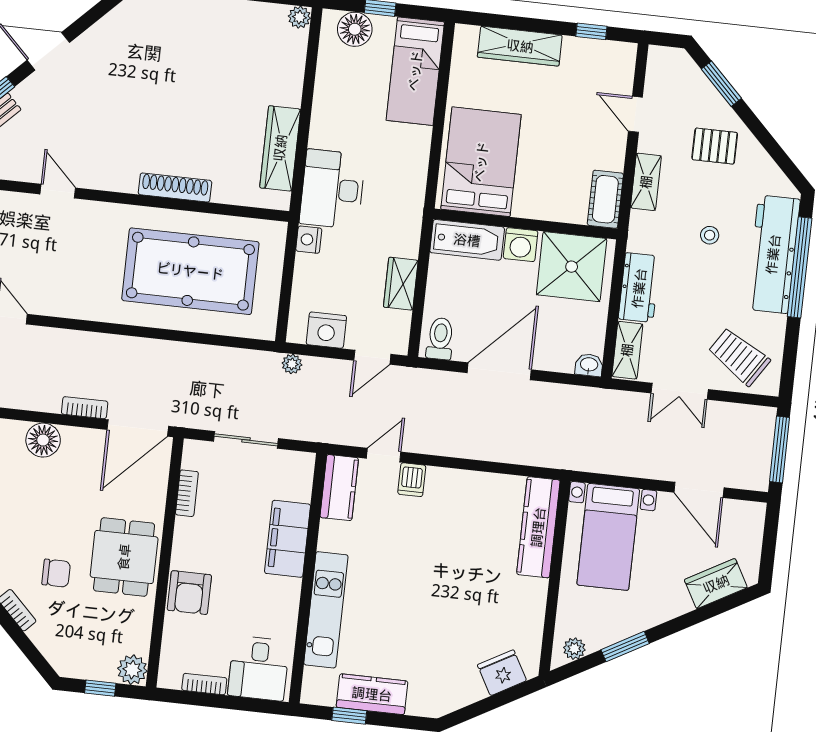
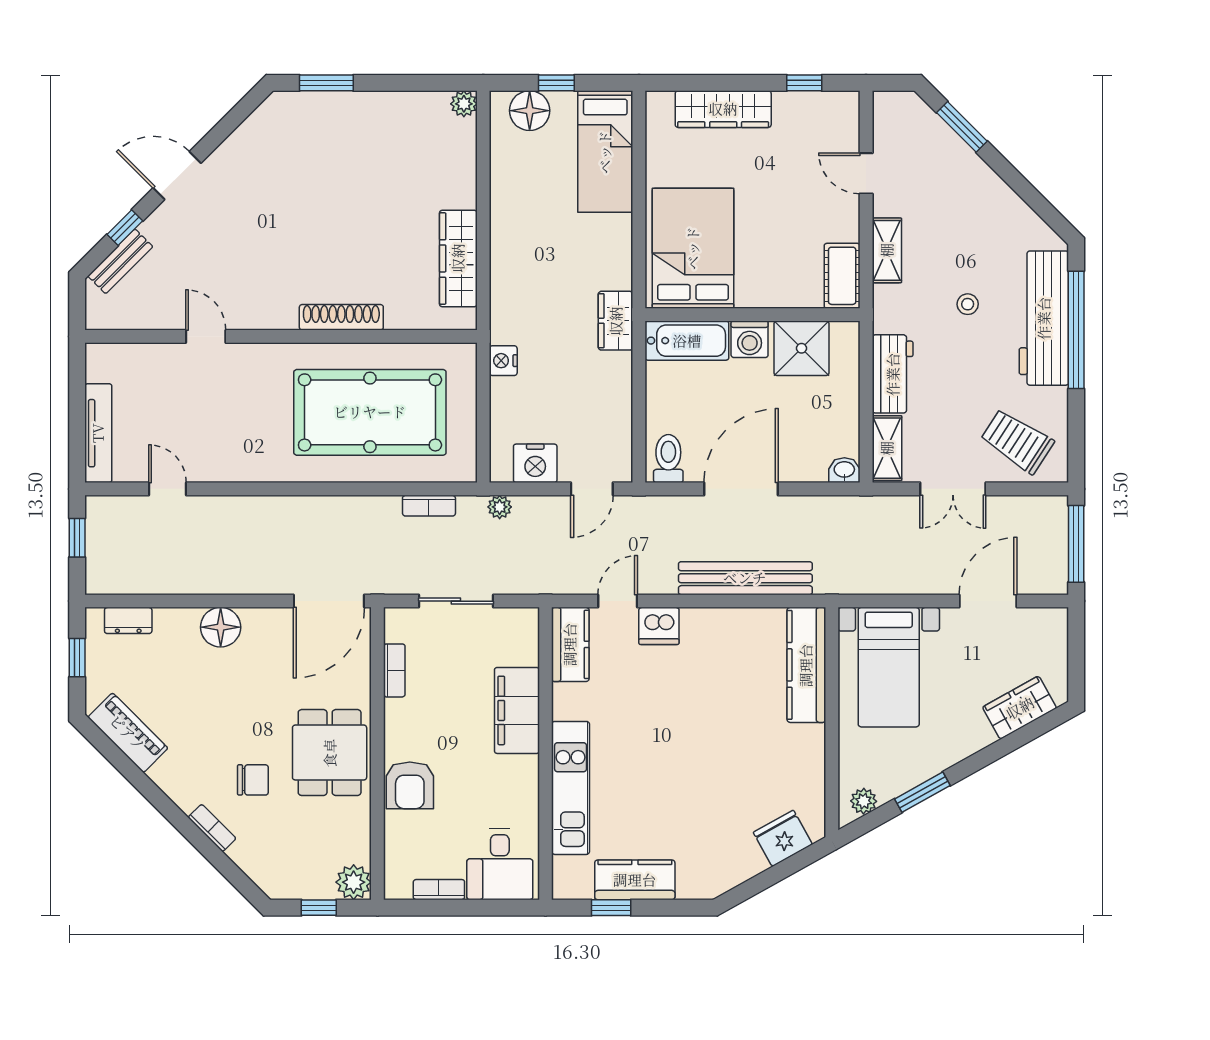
pallet: (715, 146) -> (962, 200), removed
desk: (332, 189) -> (524, 299), removed
shower: (572, 267) -> (802, 348), width x0.73, depth x0.73
wardrobe: (401, 284) -> (616, 321), moved
bookcase: (85, 408) -> (429, 506), moved, turned 180
bench: (495, 448) -> (745, 578), added
dishwasher: (412, 480) -> (659, 626), width x1.38
door: (699, 490) -> (988, 601), swing flipped

